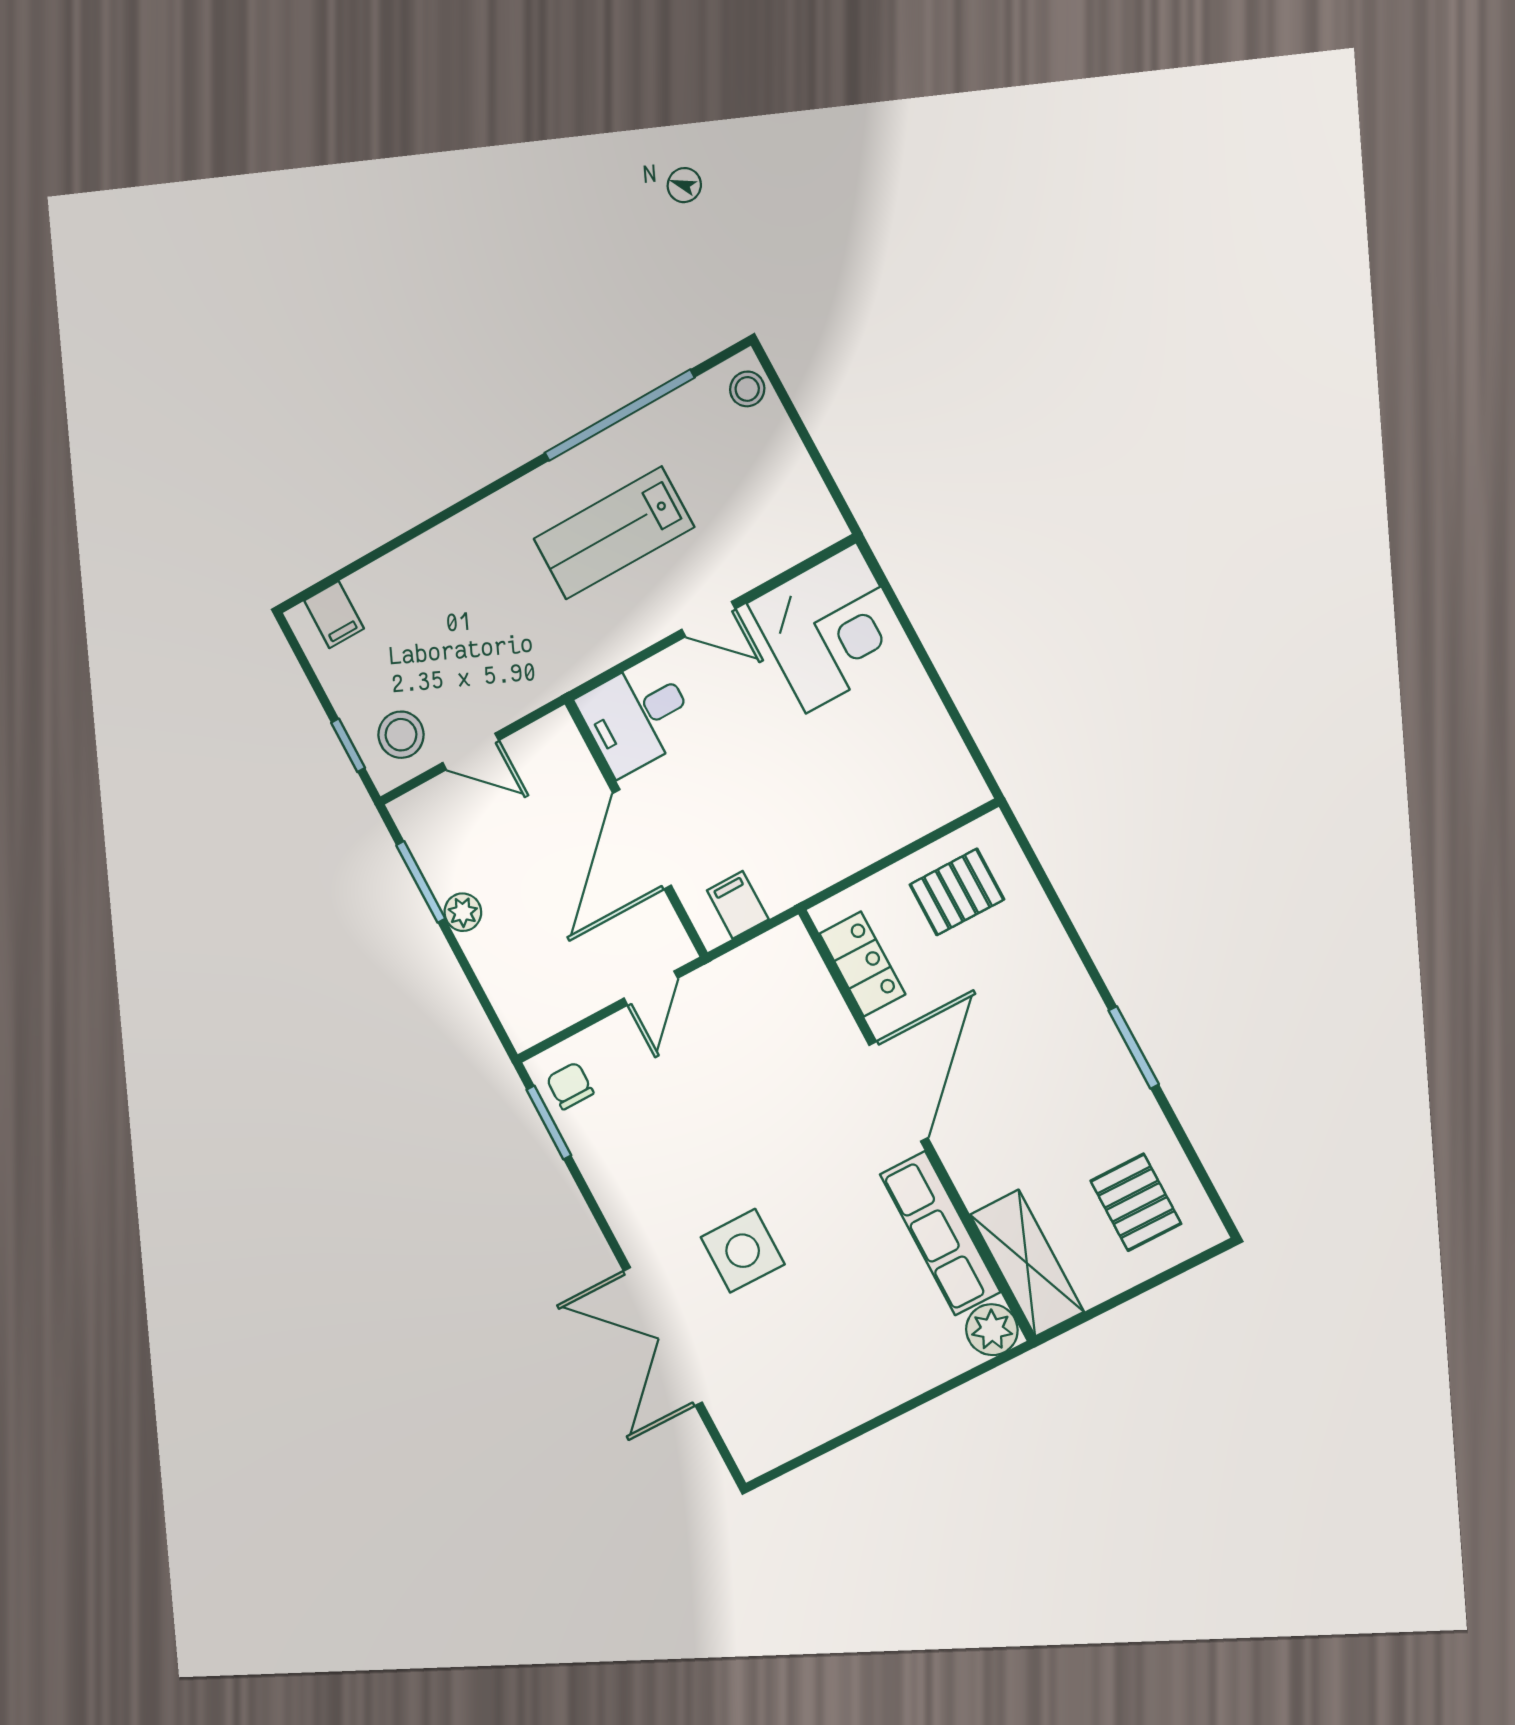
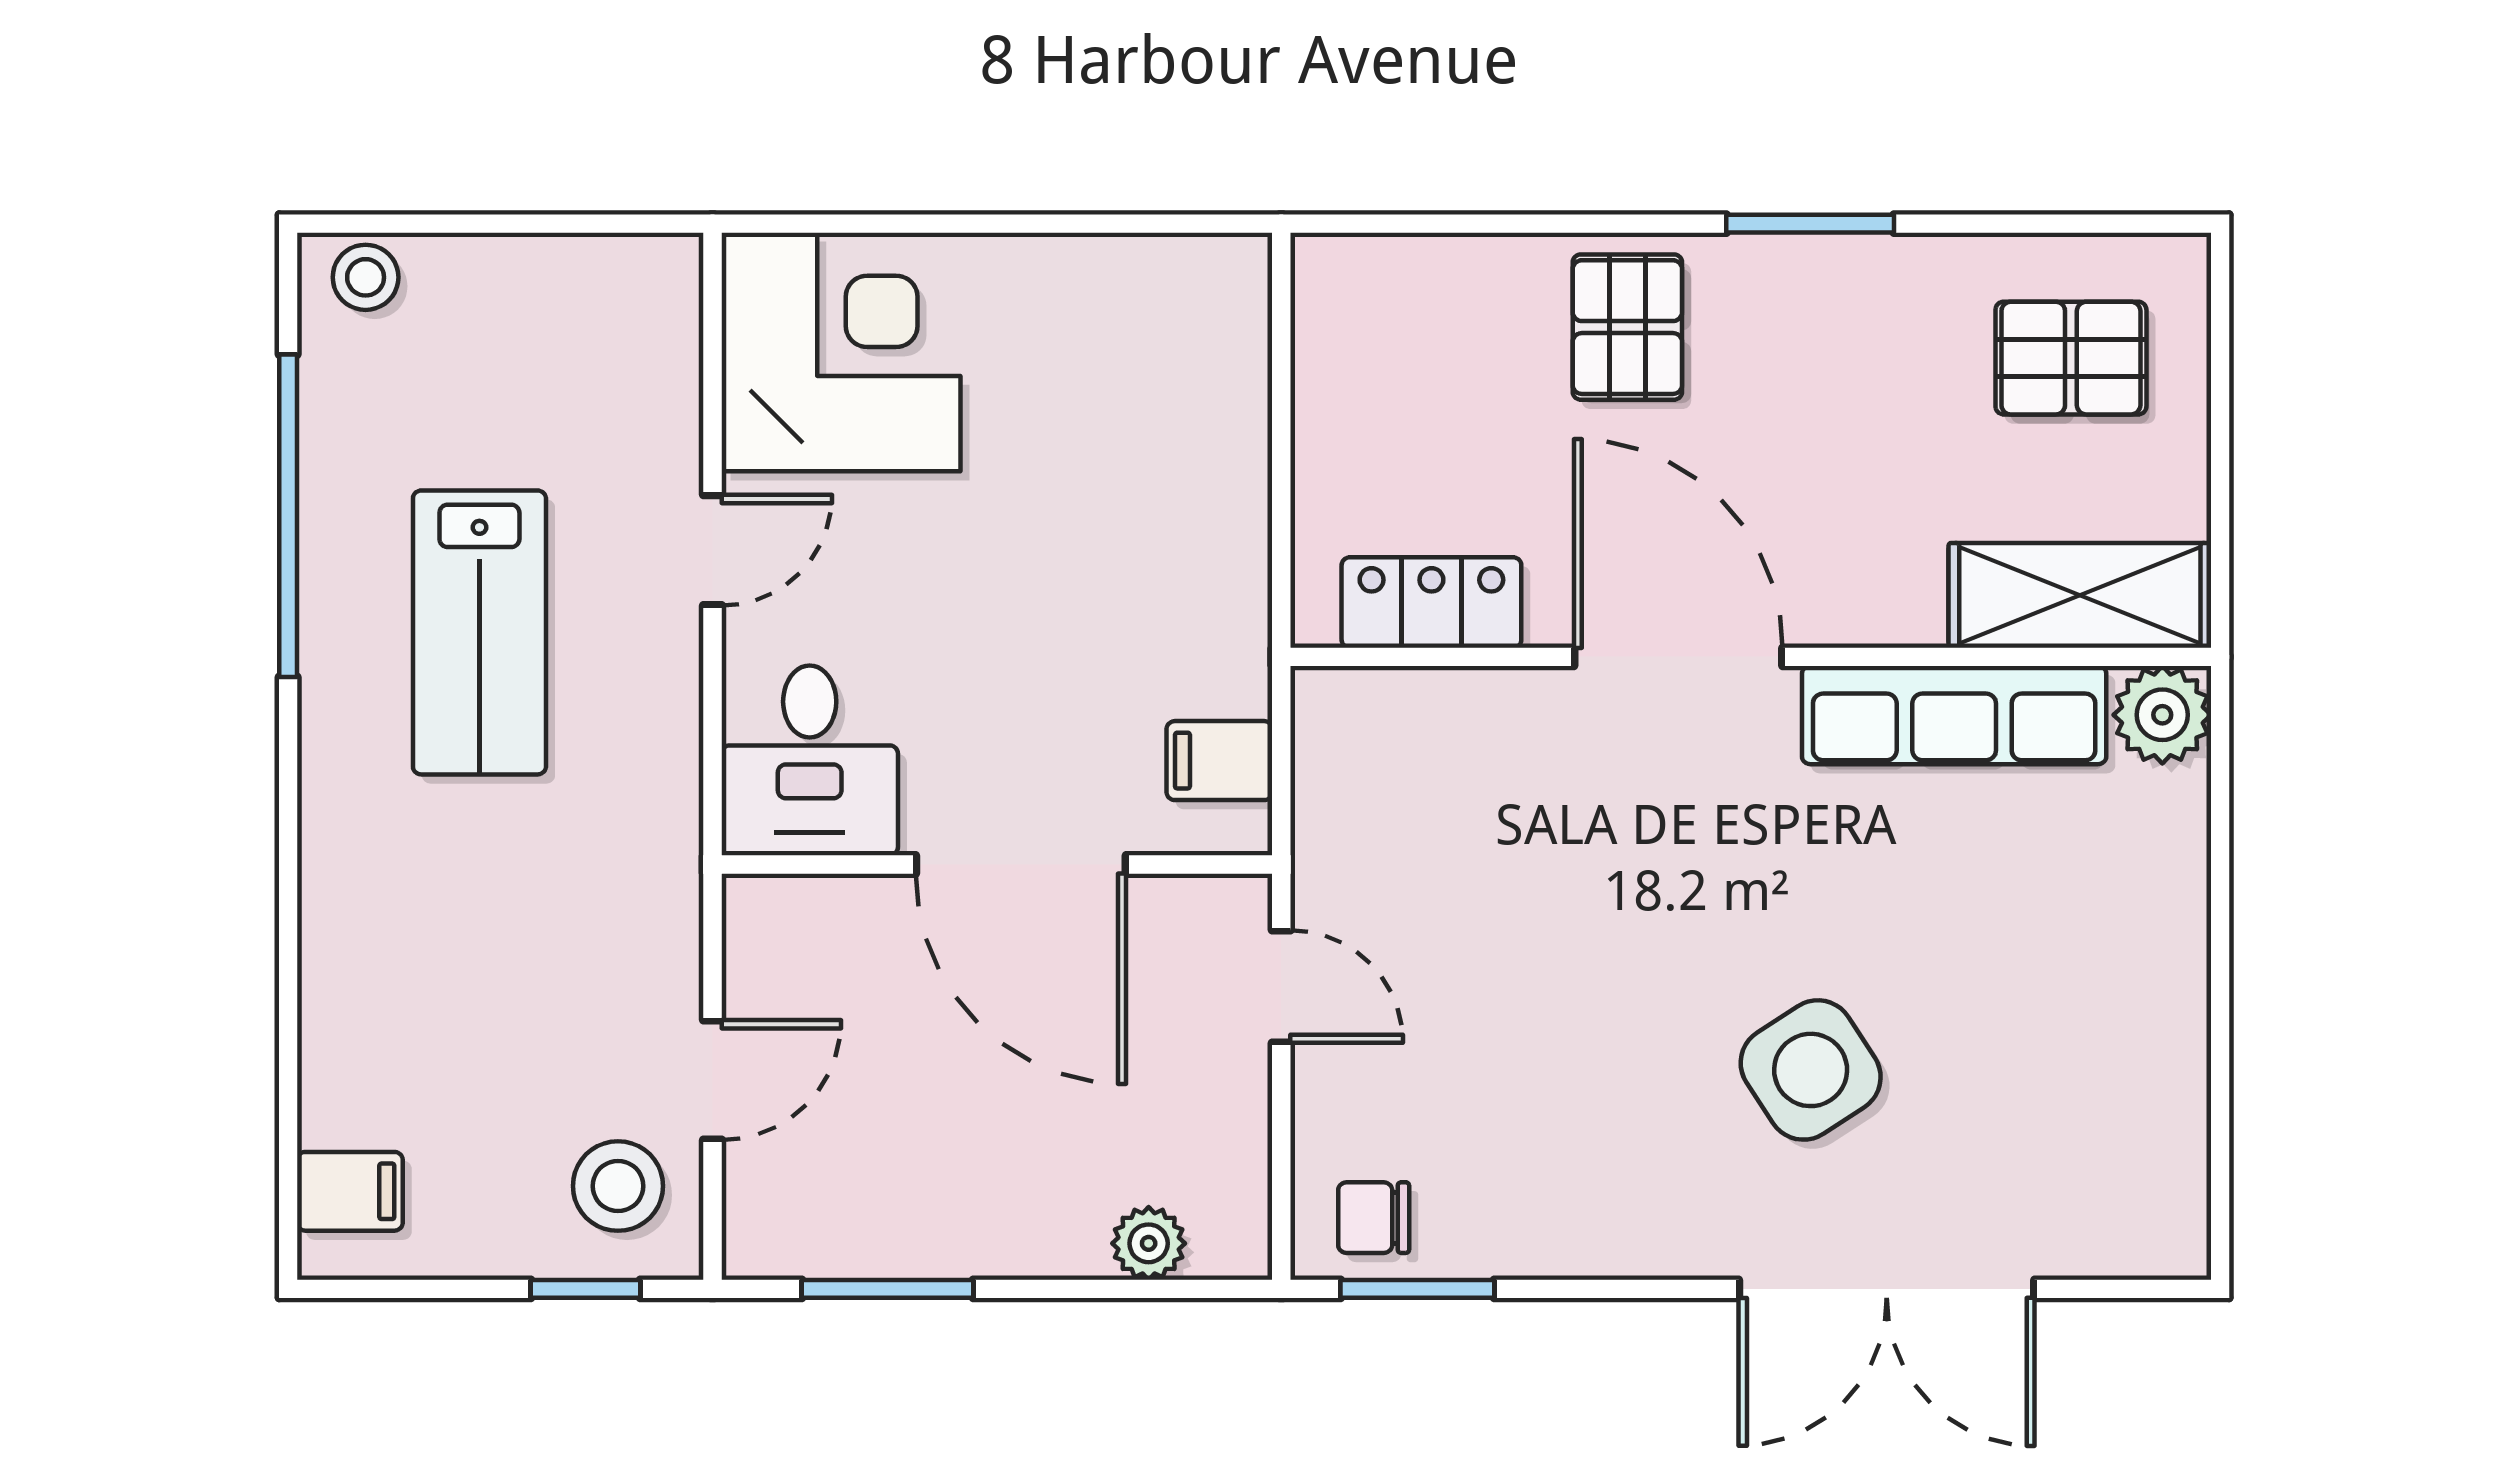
pallet: (957, 892) -> (1627, 327), moved
plant: (463, 912) -> (1149, 1243), moved
side table: (743, 1251) -> (1811, 1070), turned -33

